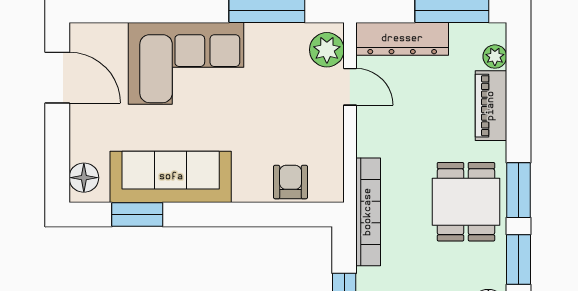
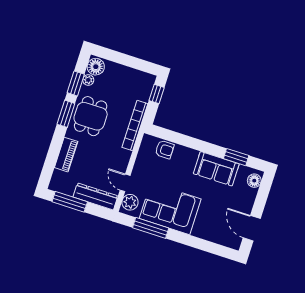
plant: (495, 57) -> (88, 80), moved
corner sofa: (186, 63) -> (170, 209), moved
sofa: (171, 177) -> (216, 169), width x0.73
armchair: (290, 182) -> (165, 150), turned -90

